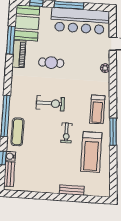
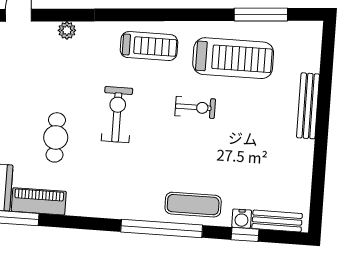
exercise bike: (50, 103) -> (117, 115), moved
window: (113, 132) -> (261, 15), moved
bench: (72, 190) -> (308, 106), width x1.36

